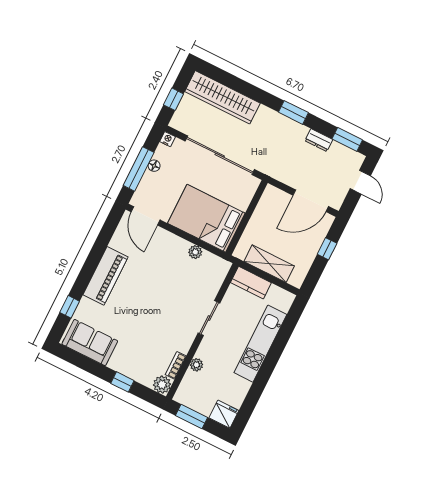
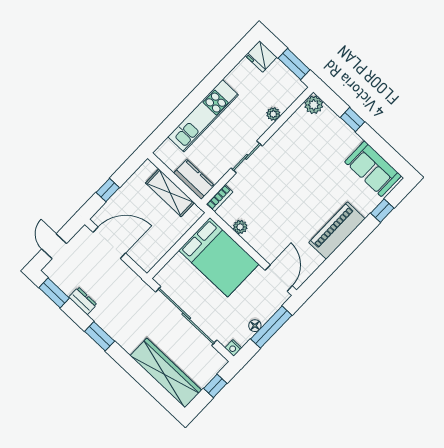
bookcase: (176, 365) -> (220, 198), moved

